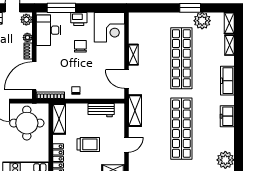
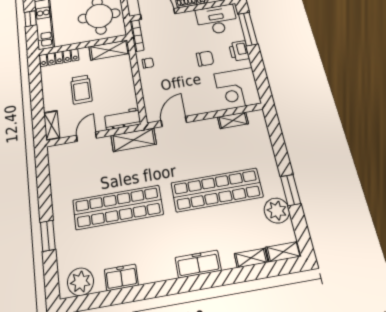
shelving: (133, 55) -> (233, 120), moved
workbench: (101, 110) -> (123, 119), moved, turned 90
freezer: (227, 116) -> (121, 277), moved
door: (126, 145) -> (86, 137), swing flipped

